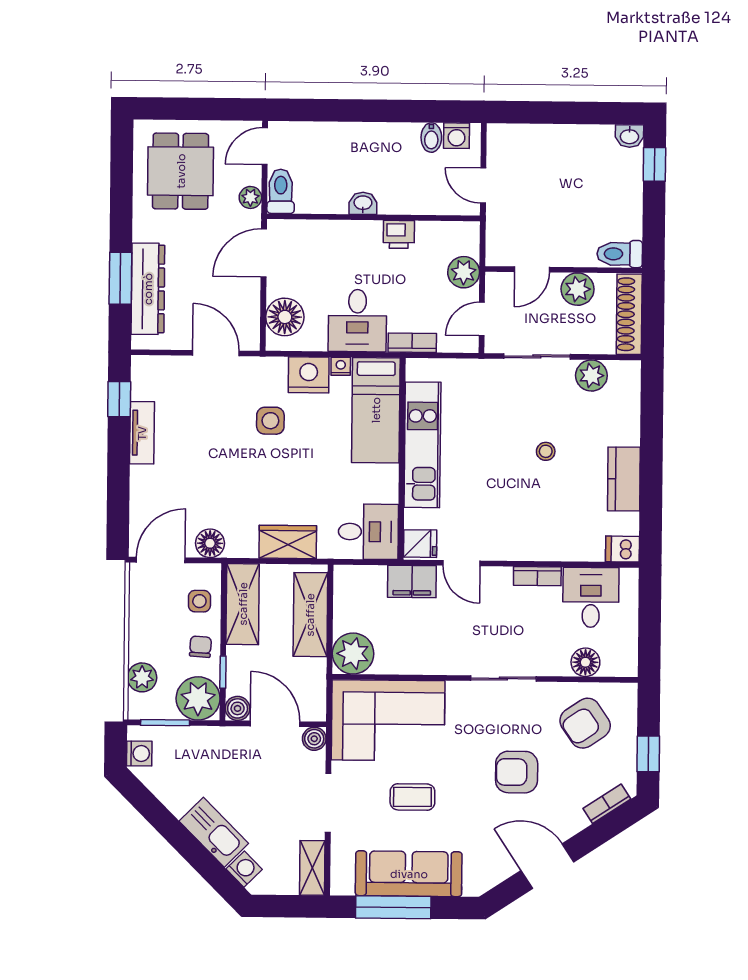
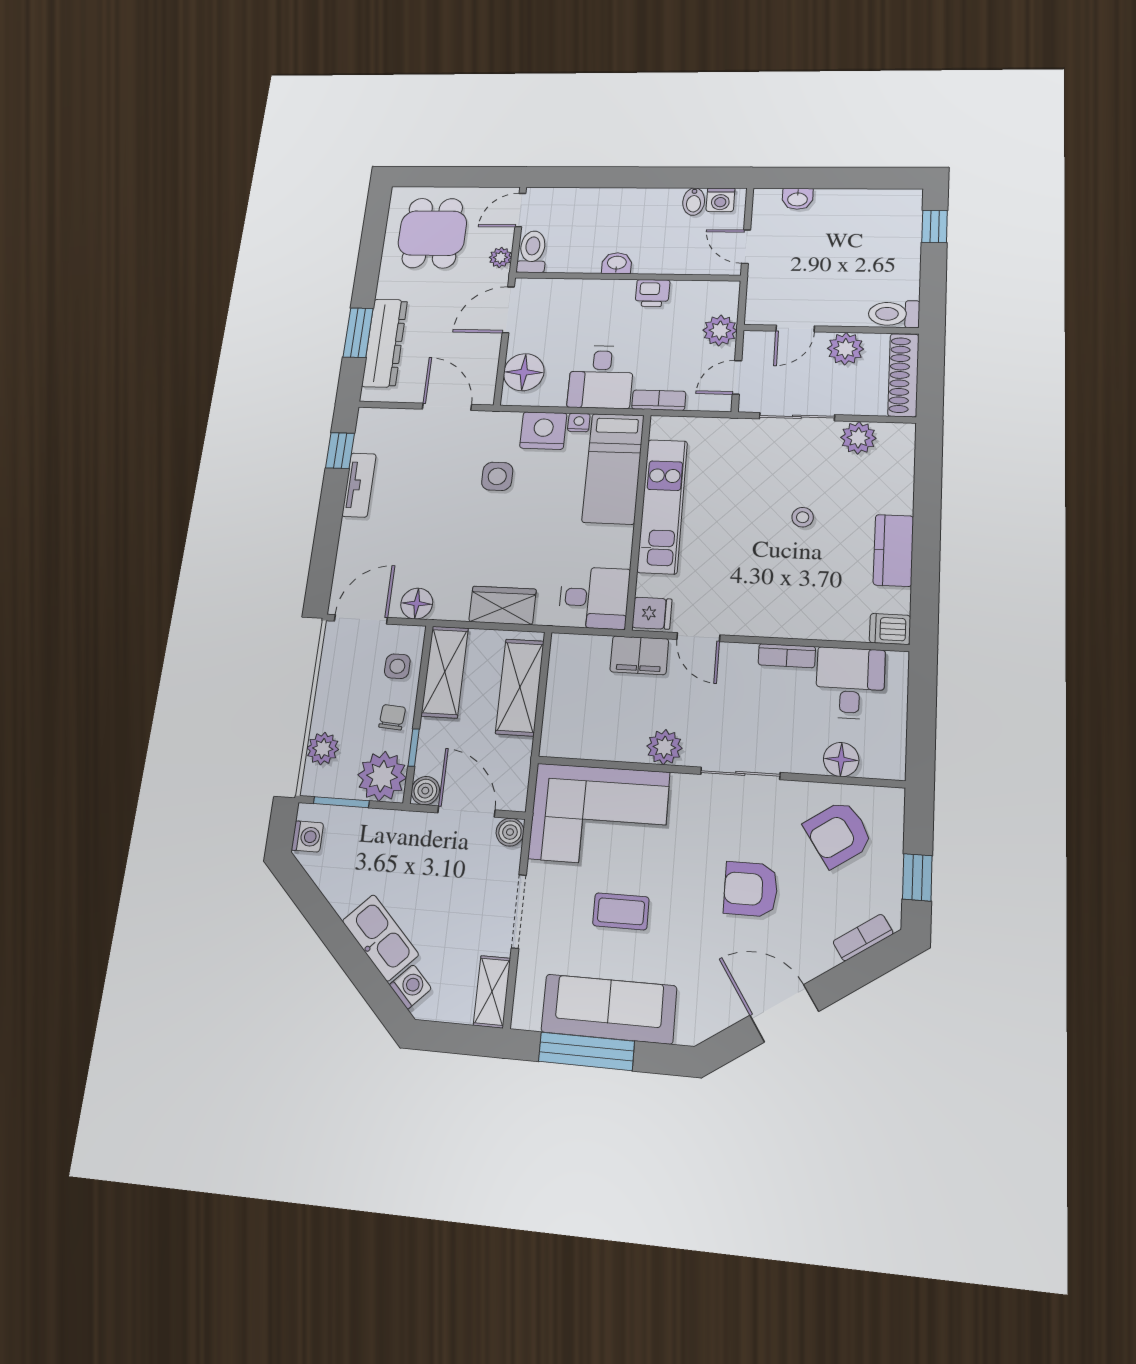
washbasin: (629, 136) -> (797, 199), moved
plant: (353, 654) -> (664, 747), moved, width x0.73, depth x0.73

